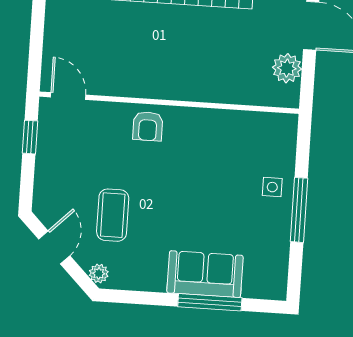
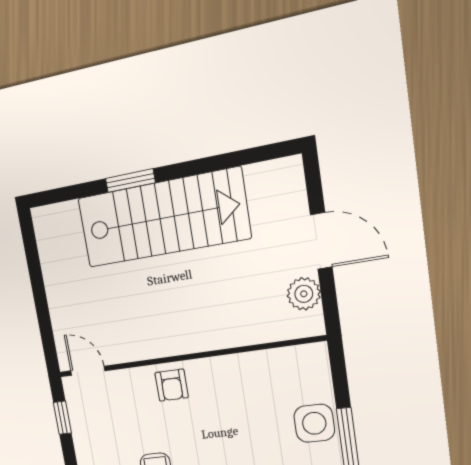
side table: (272, 187) -> (314, 423), width x1.87, depth x1.87

